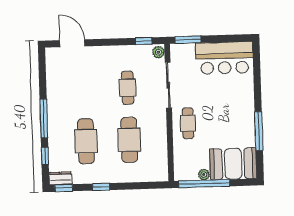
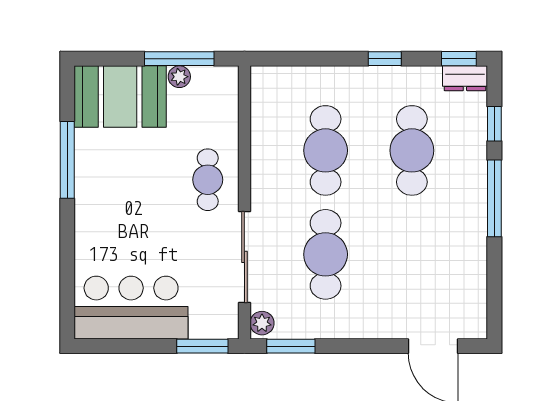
window: (144, 41) -> (291, 346), width x1.50
cafe table: (128, 88) -> (326, 254), width x1.37, depth x1.35
window: (204, 184) -> (179, 59), width x0.68

